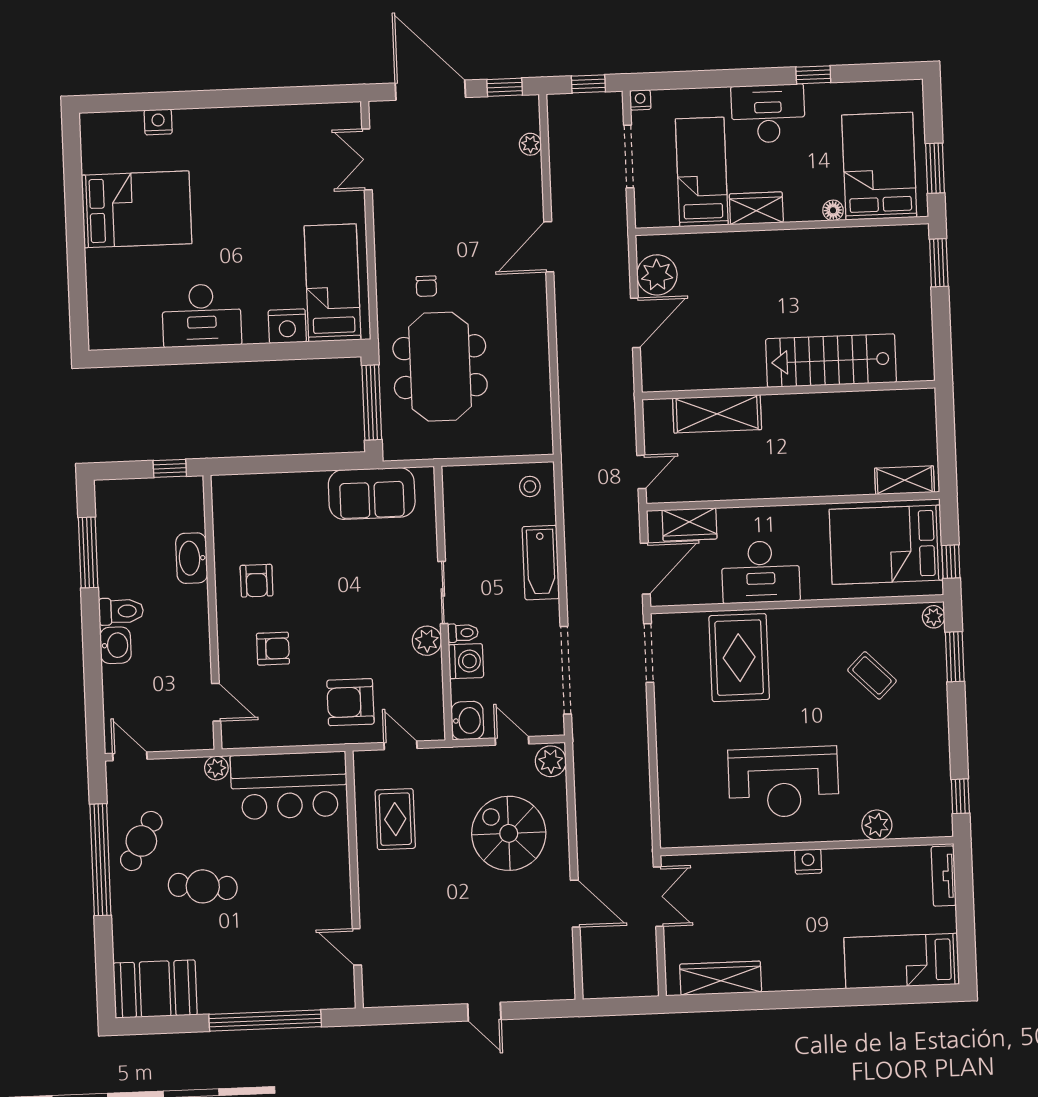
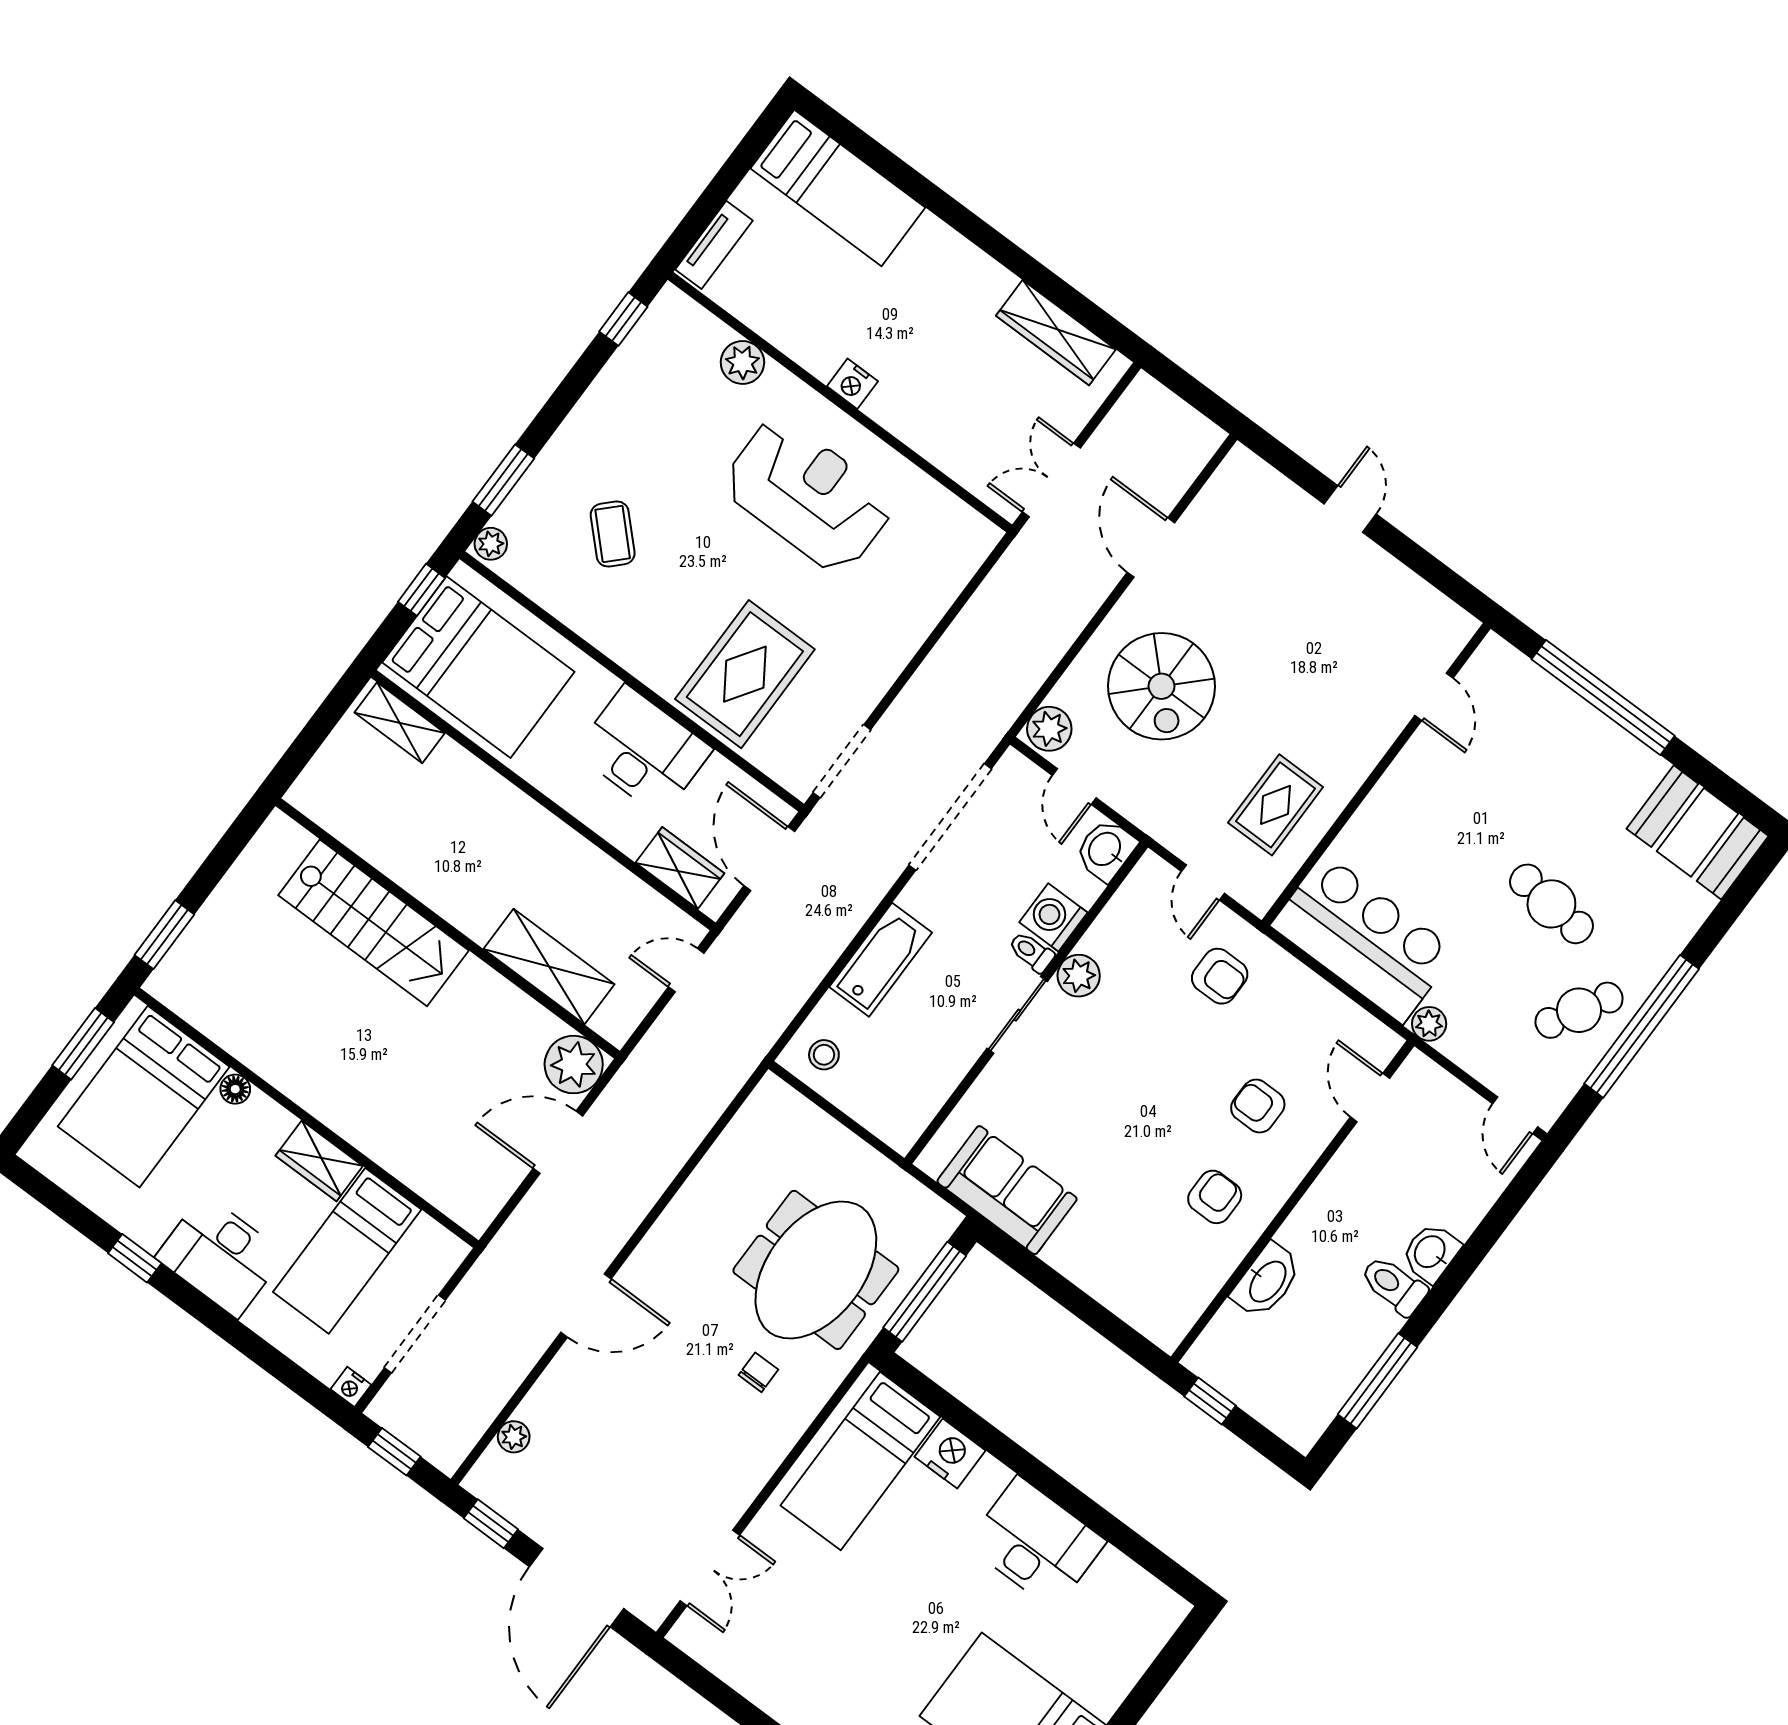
plant: (657, 275) -> (574, 1065), moved
door: (645, 569) -> (769, 859), hinge flipped
armchair: (350, 702) -> (1220, 976), width x0.72, depth x0.72

